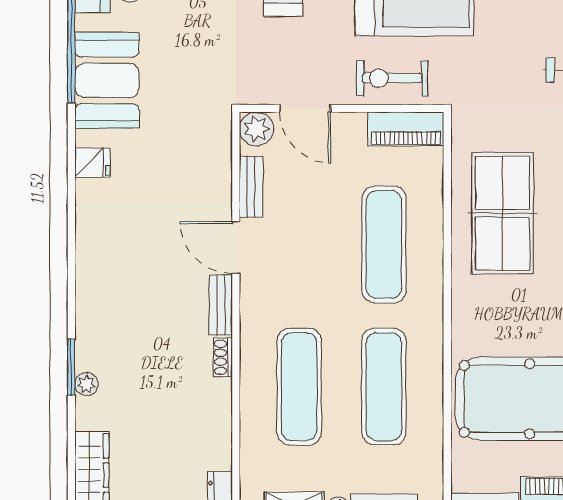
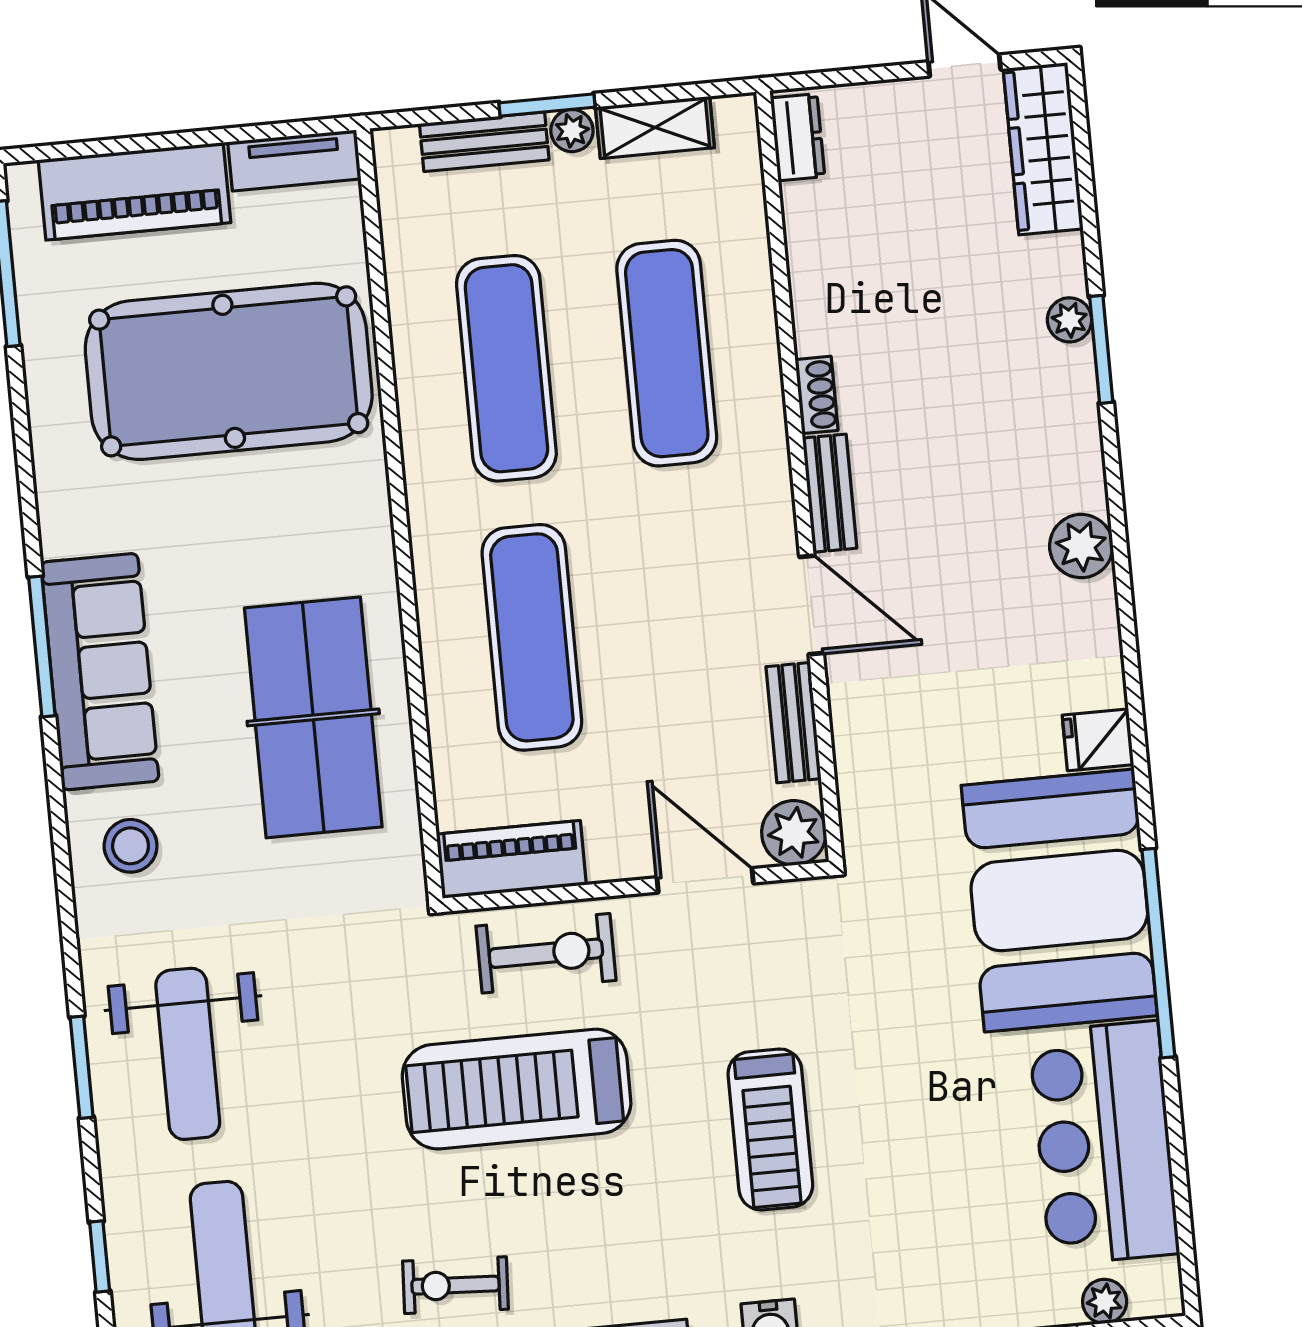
booth: (107, 80) -> (1059, 900), width x1.36, depth x1.42
plant: (92, 265) -> (1081, 546), added

